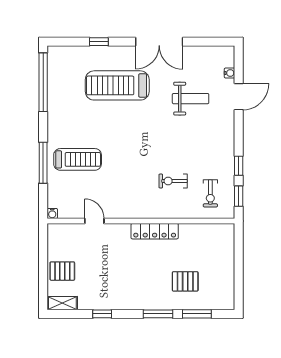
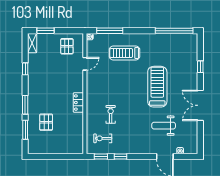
treadmill: (117, 85) -> (157, 87), moved
weight bench: (191, 99) -> (164, 126), turned 90
treadmill: (78, 159) -> (124, 53), turned 90
window: (43, 163) -> (110, 31), moved
locker: (155, 231) -> (78, 103), width x0.66
pallet: (62, 271) -> (67, 46), moved
window: (43, 282) -> (46, 31), added

